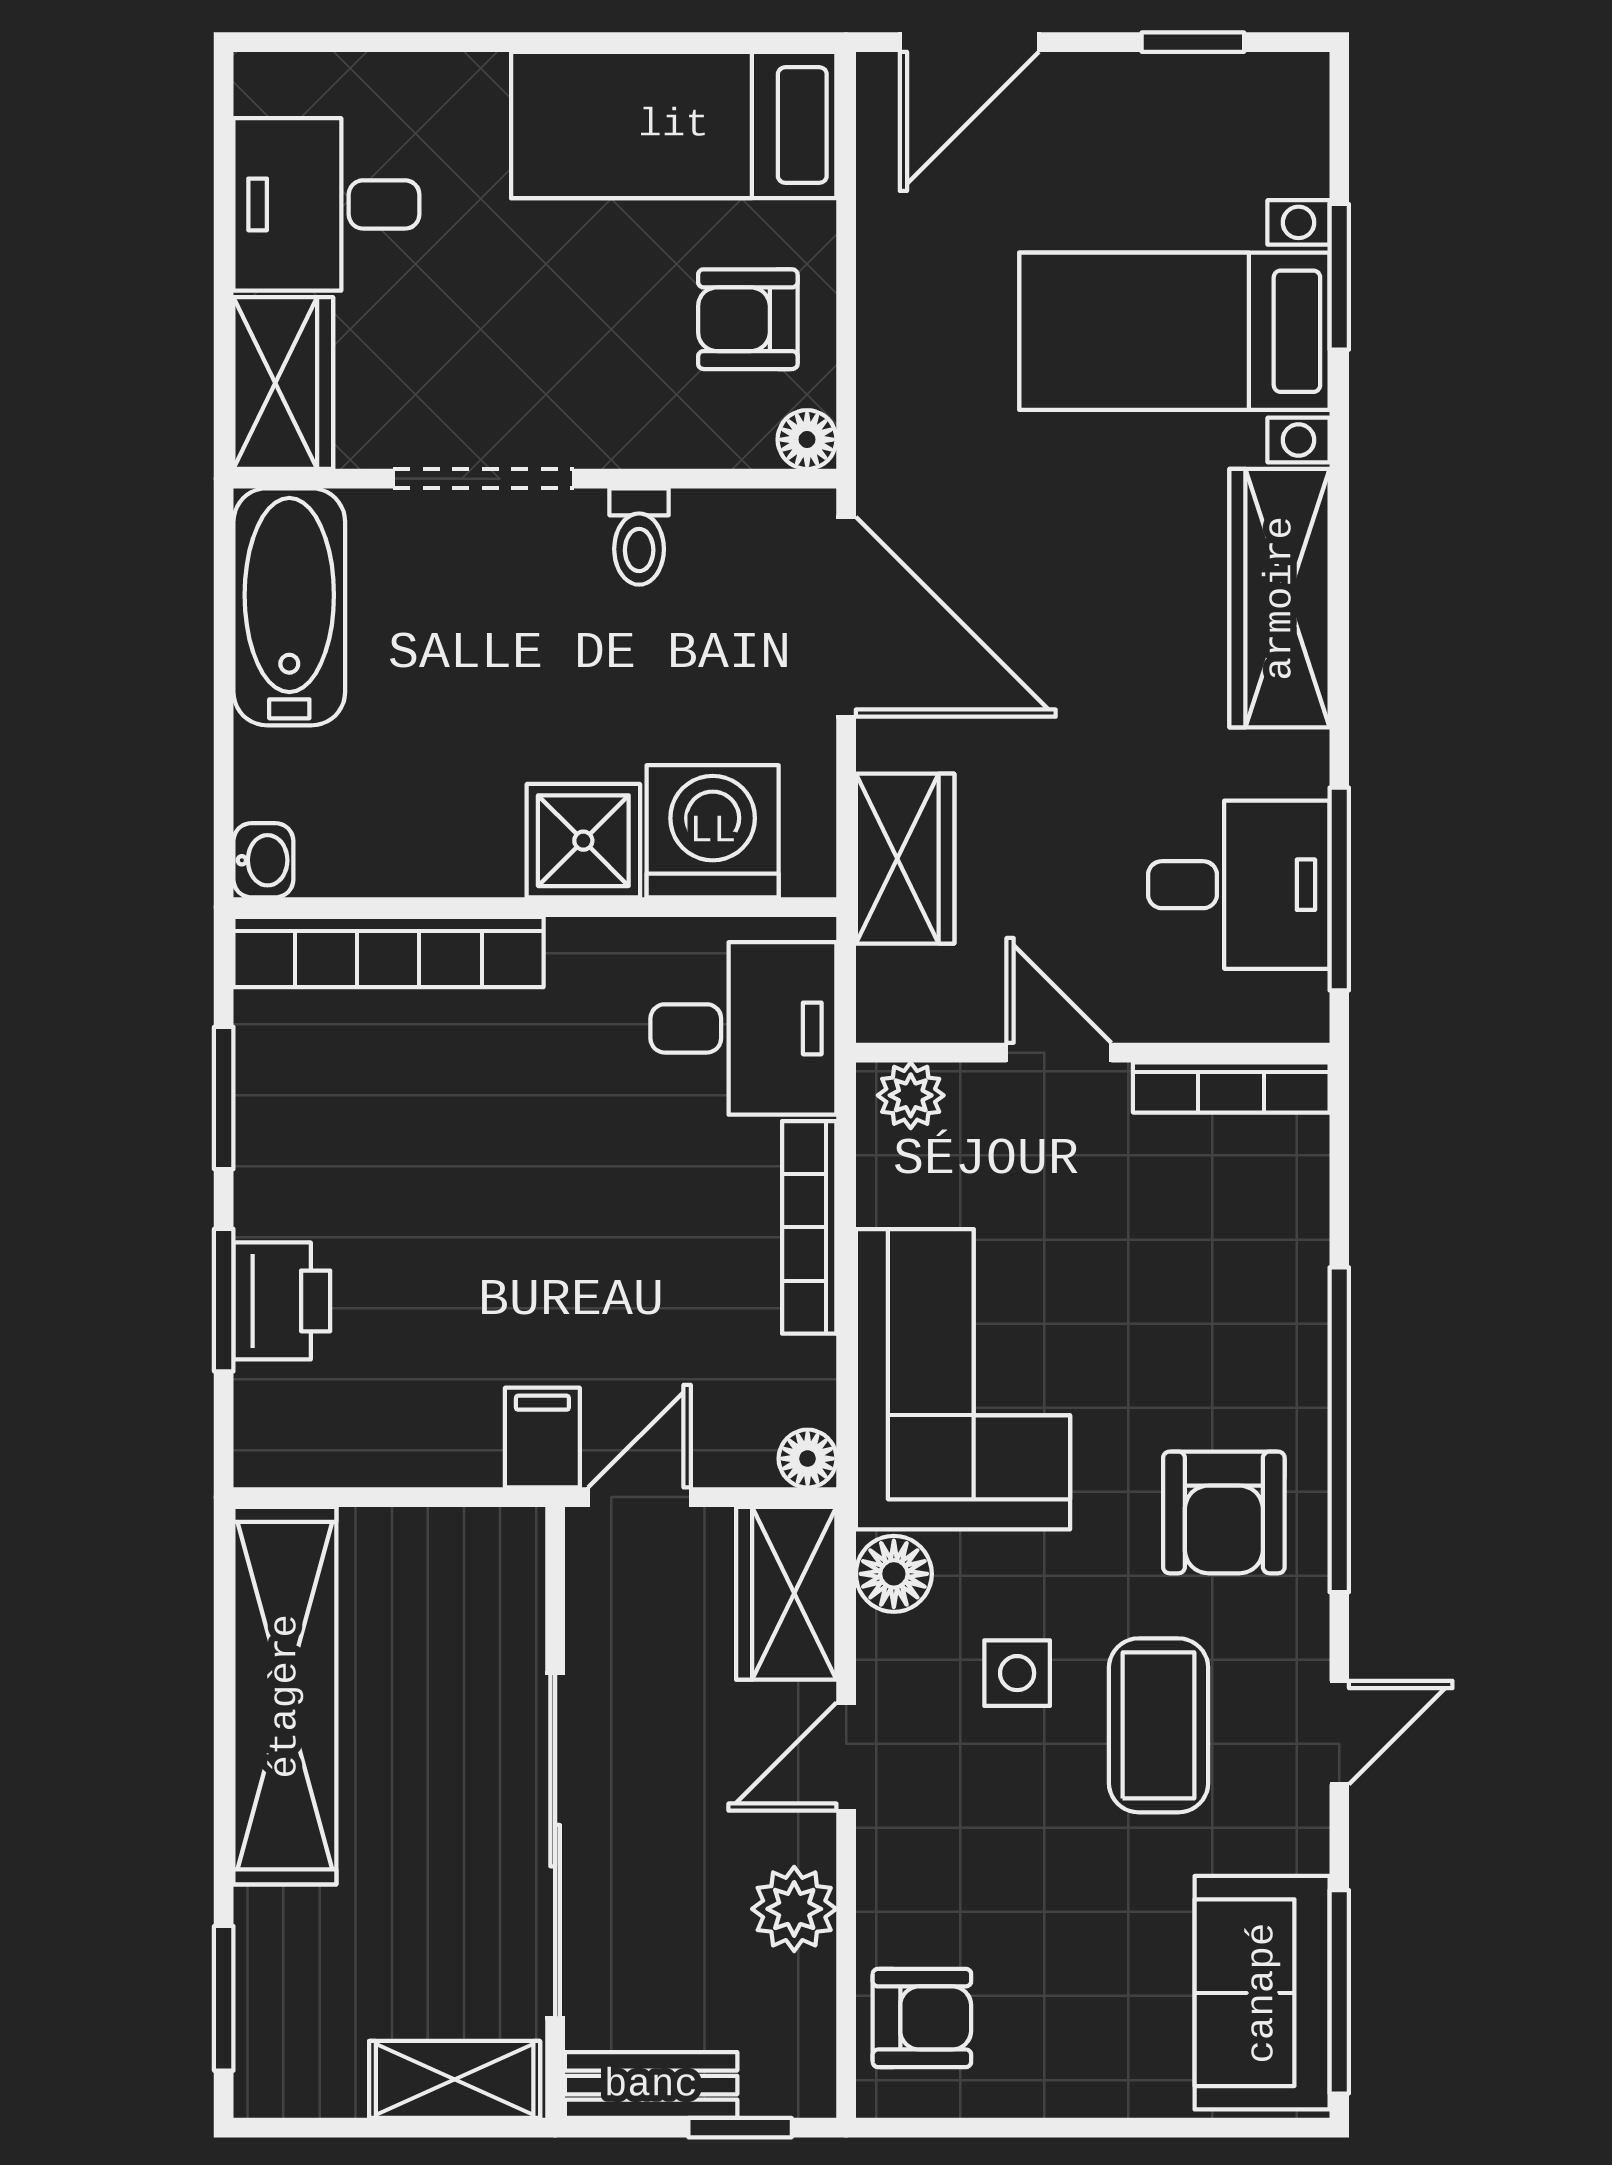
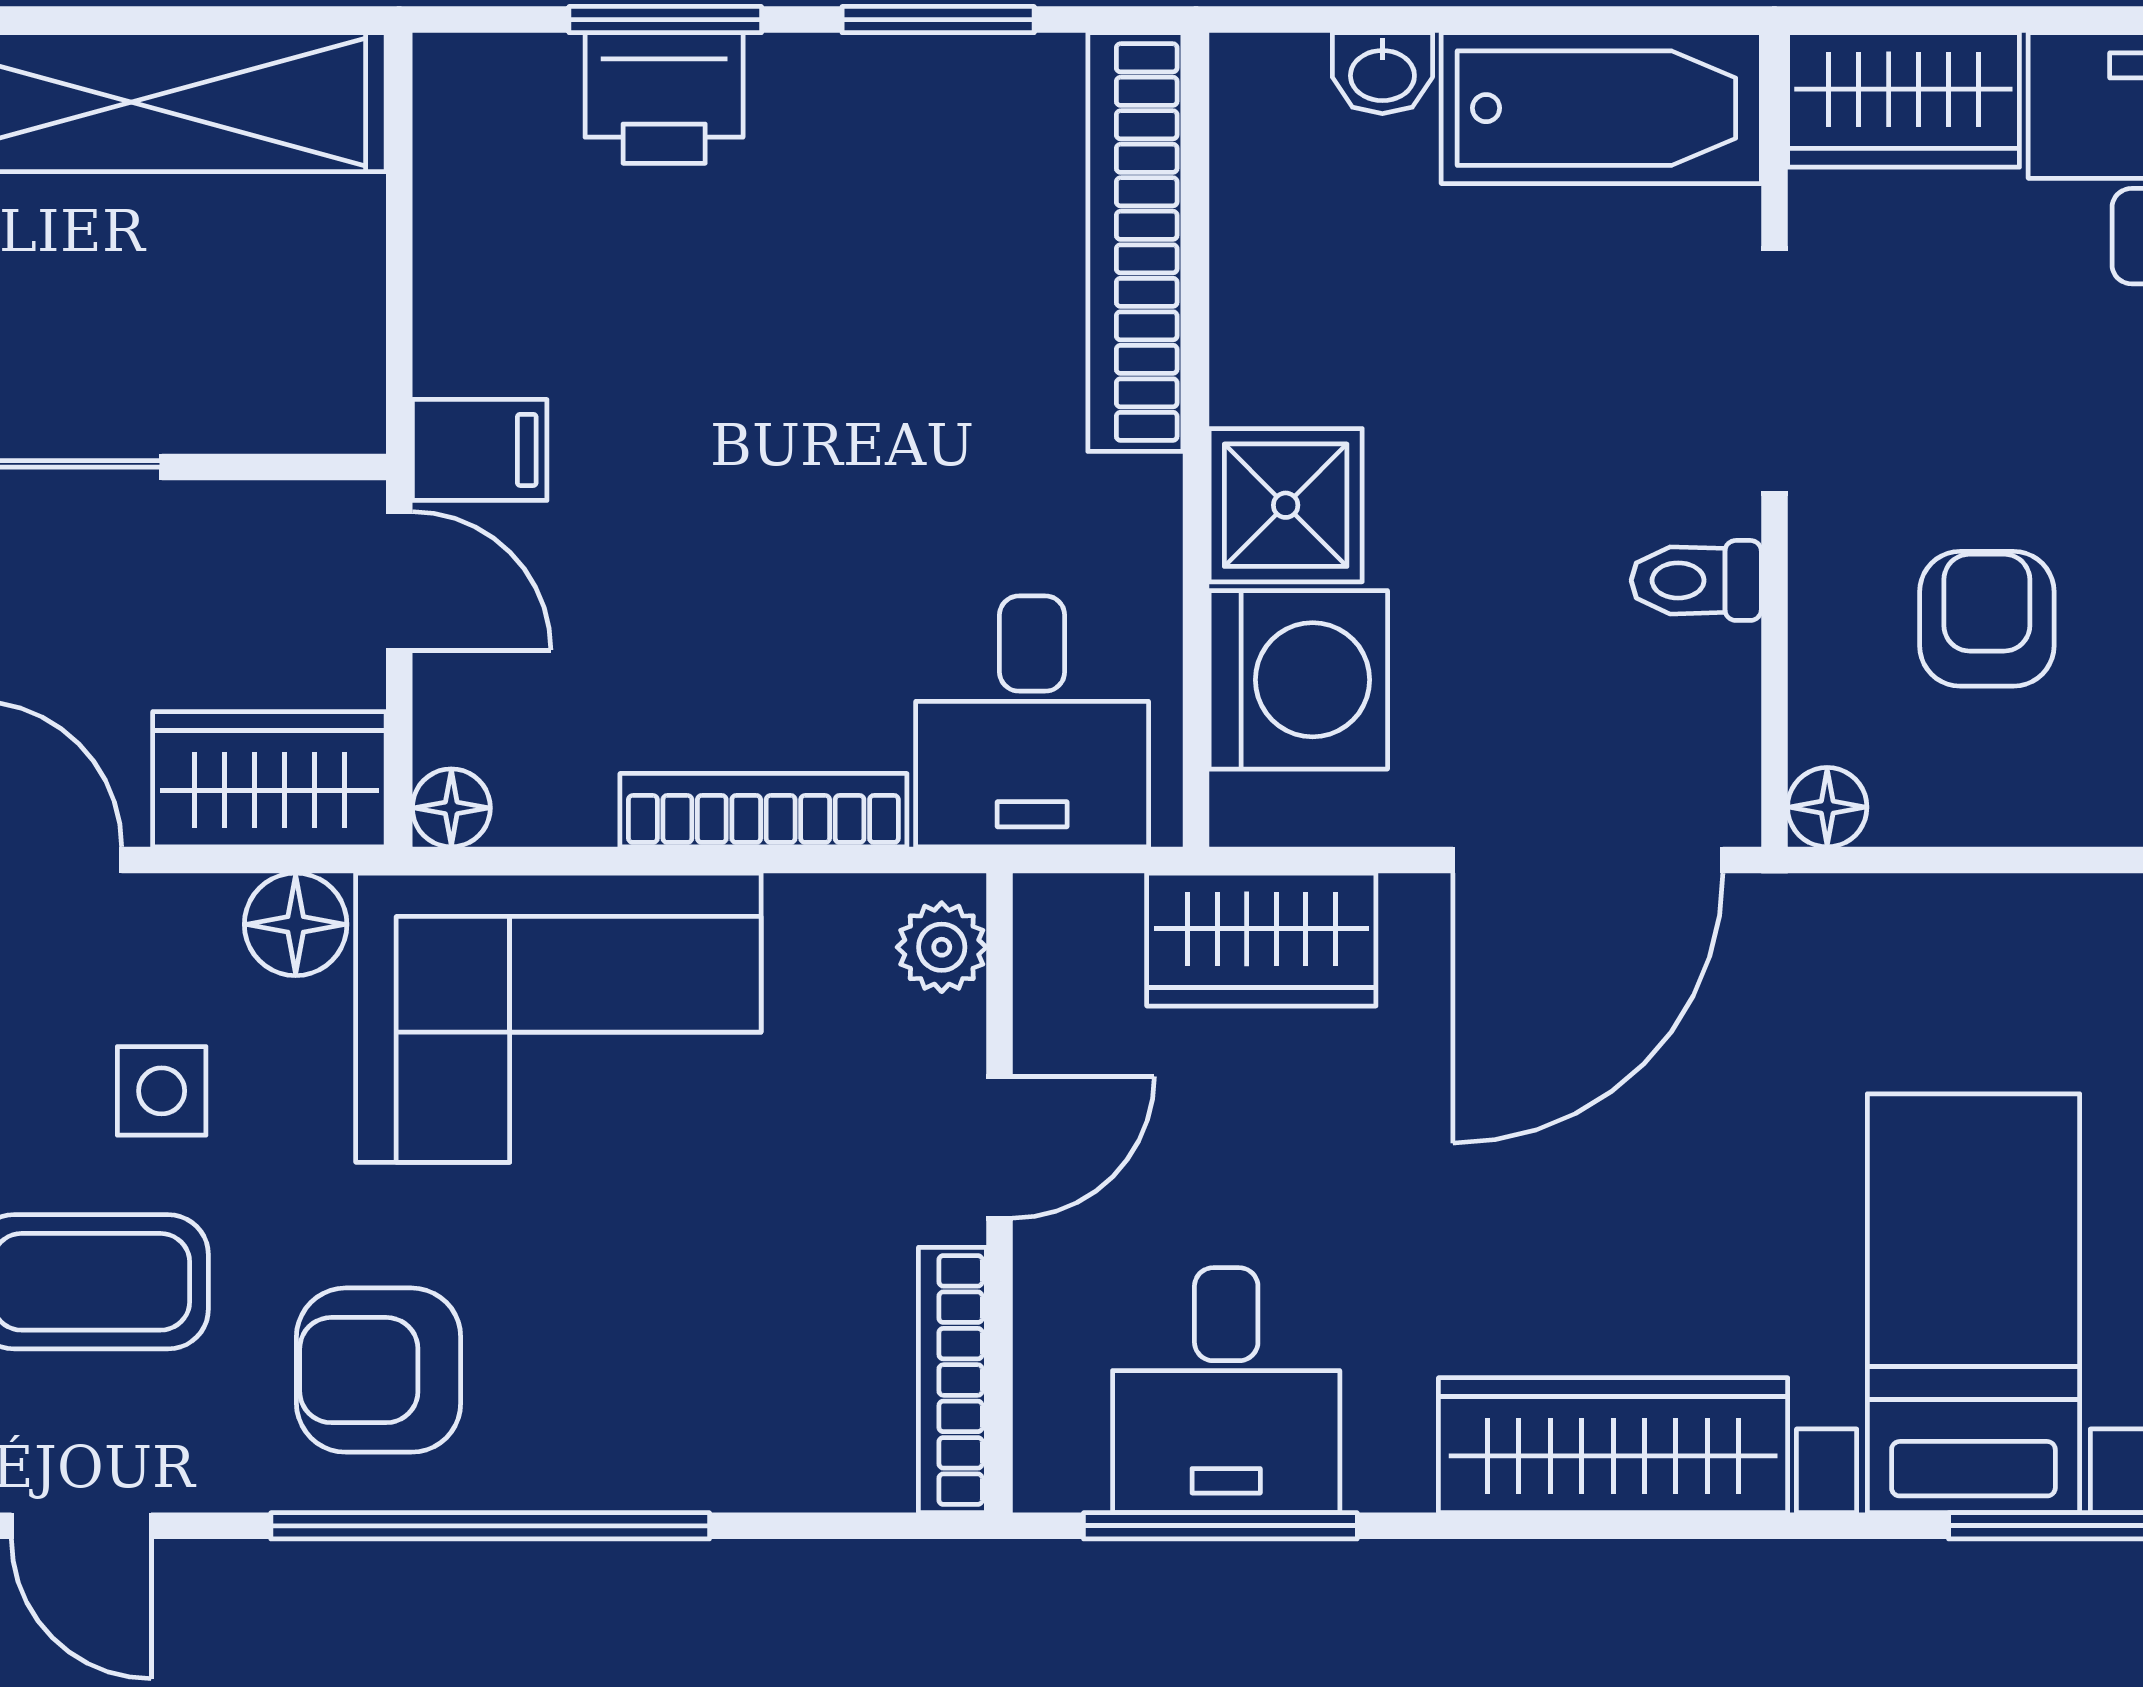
armchair: (748, 319) -> (1987, 619), moved
washbasin: (263, 860) -> (1382, 73), moved

